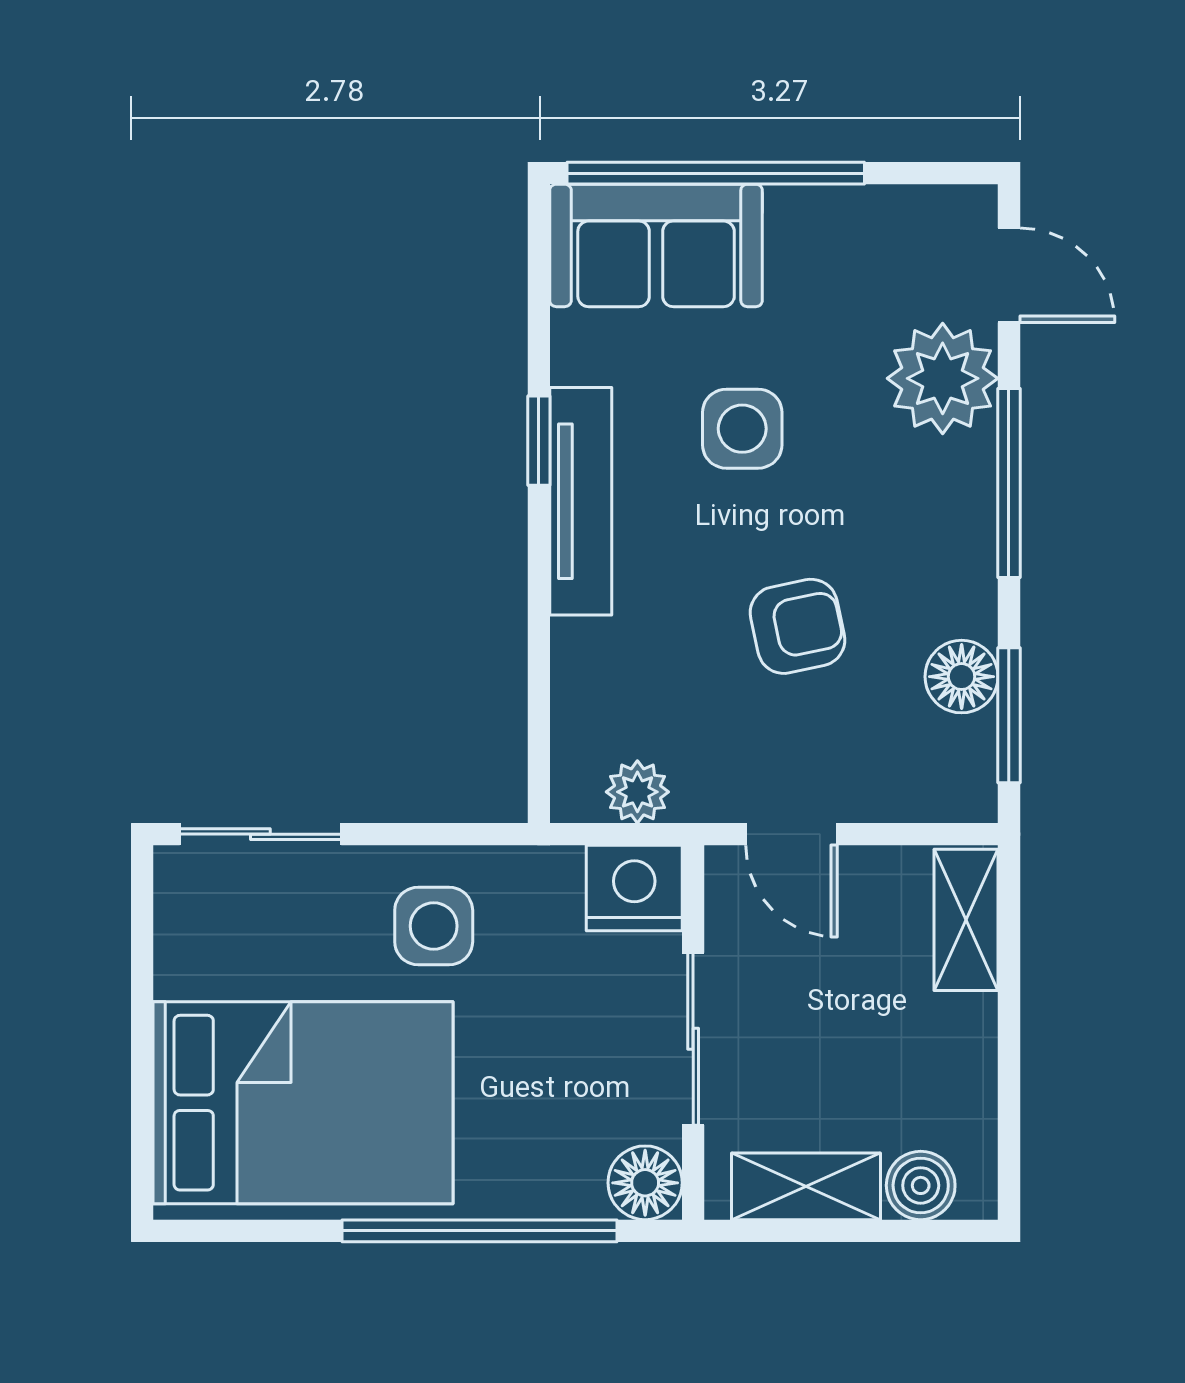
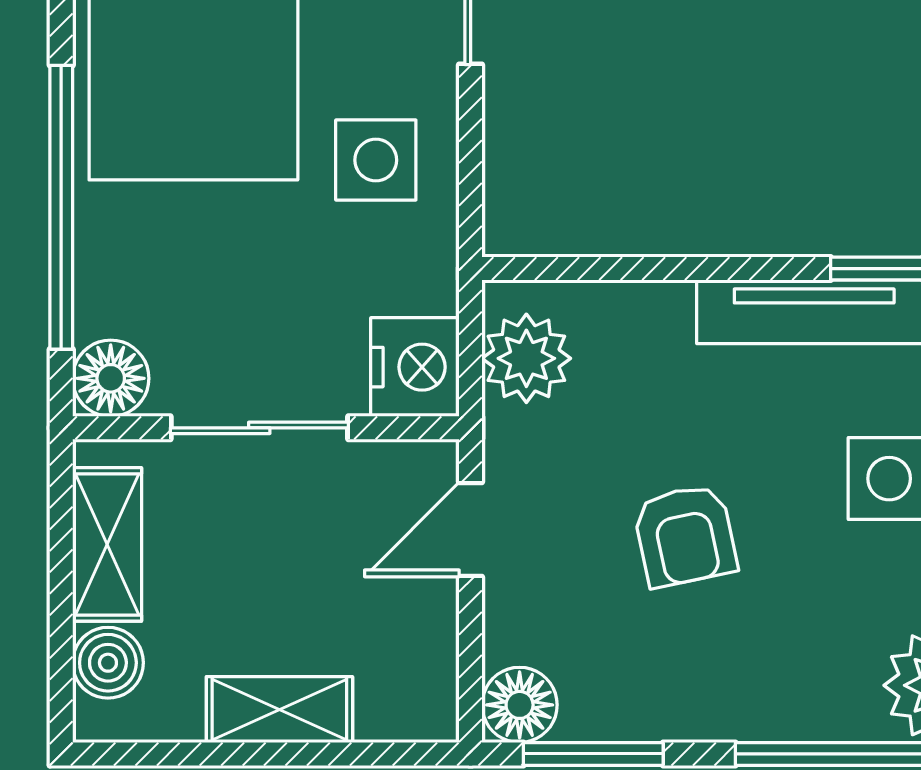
floor lamp: (962, 677) -> (520, 705), moved
plant: (637, 792) -> (526, 358), width x1.38, depth x1.38
shelving: (966, 920) -> (279, 710), moved

